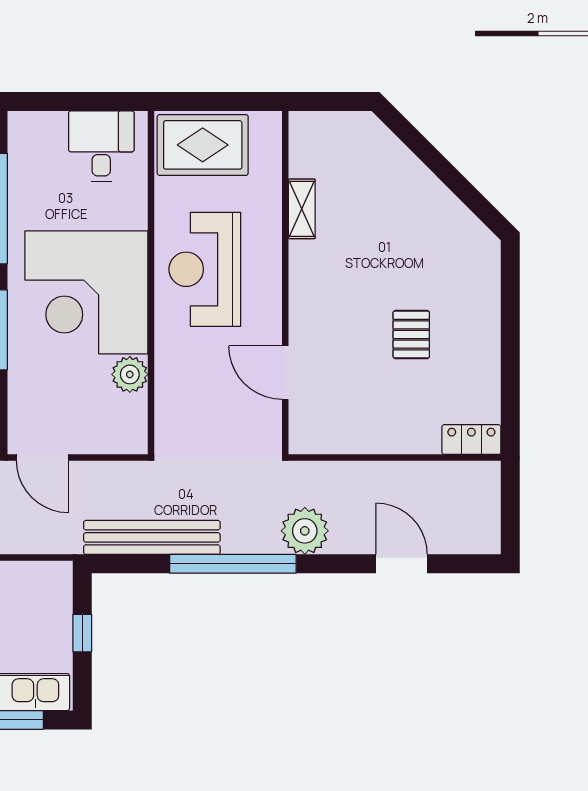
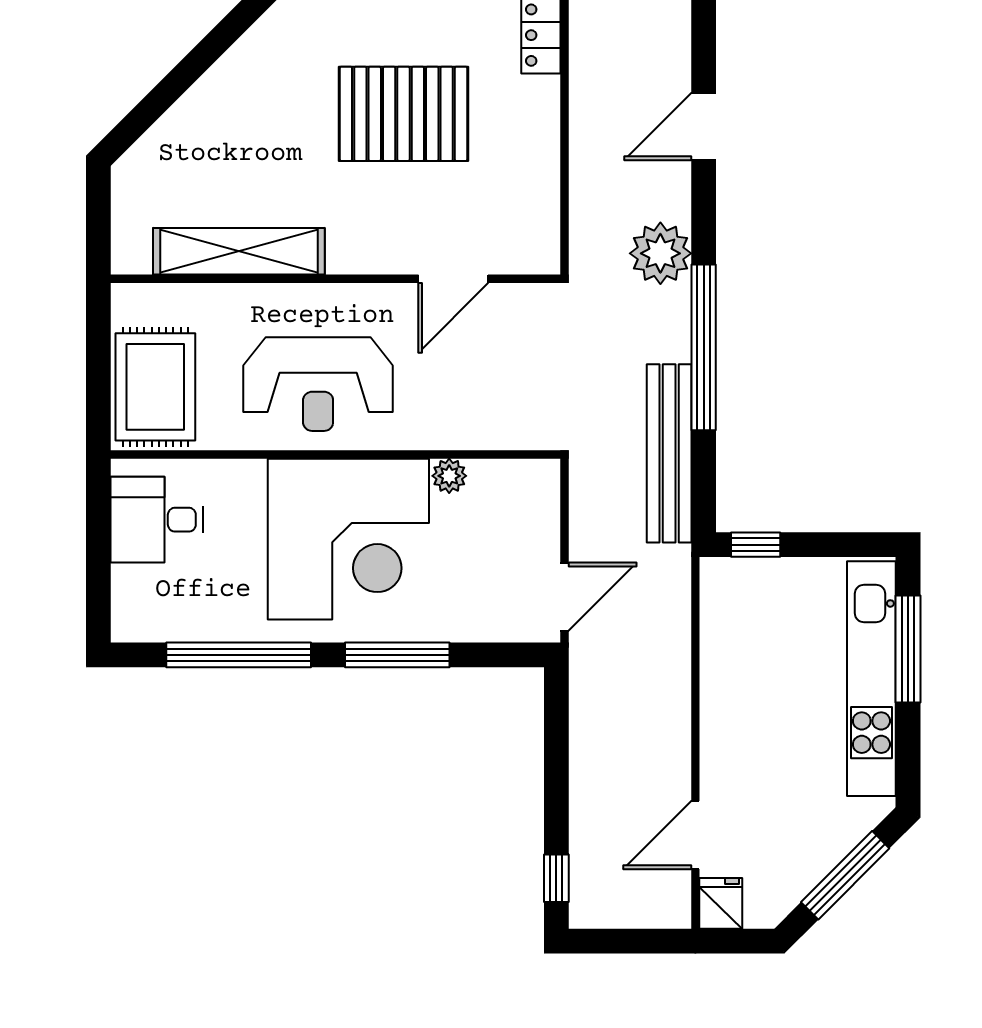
shelving: (302, 209) -> (239, 251), width x2.20, depth x1.33
pallet: (411, 335) -> (403, 114), width x2.05, depth x2.00
plant: (130, 374) -> (449, 476), width x0.73, depth x0.73
window: (82, 633) -> (756, 545), moved

